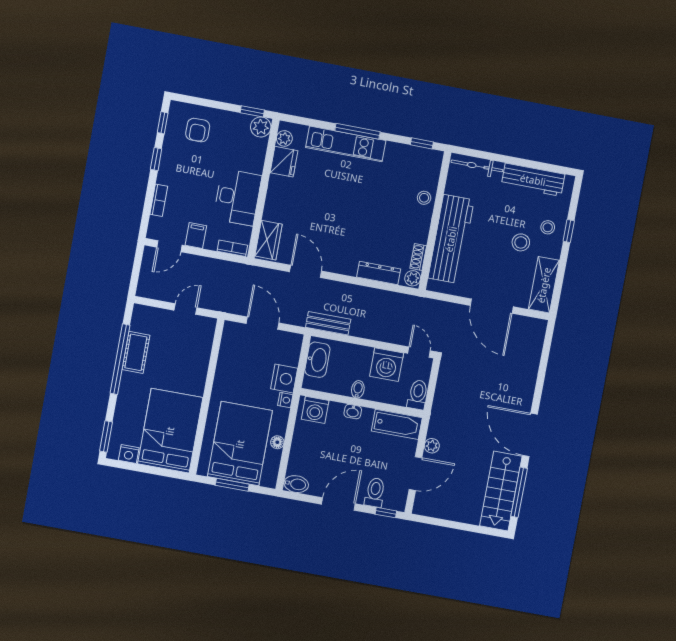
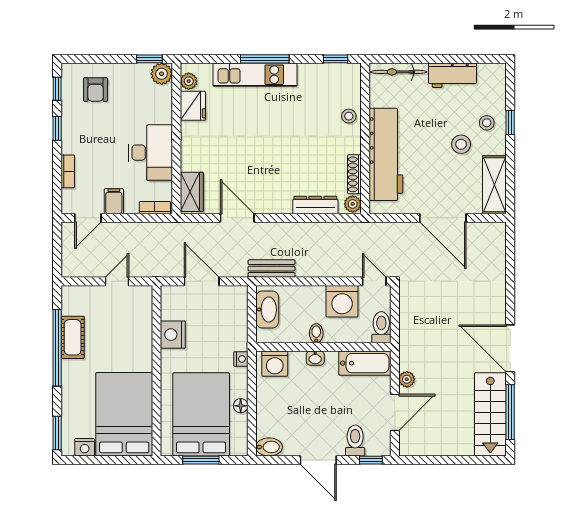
workbench: (533, 180) -> (452, 75), width x0.73
shoe rack: (418, 257) -> (354, 174), width x1.43
nightstand: (284, 379) -> (173, 335), moved, turned 180
door: (338, 504) -> (318, 460), swing flipped

